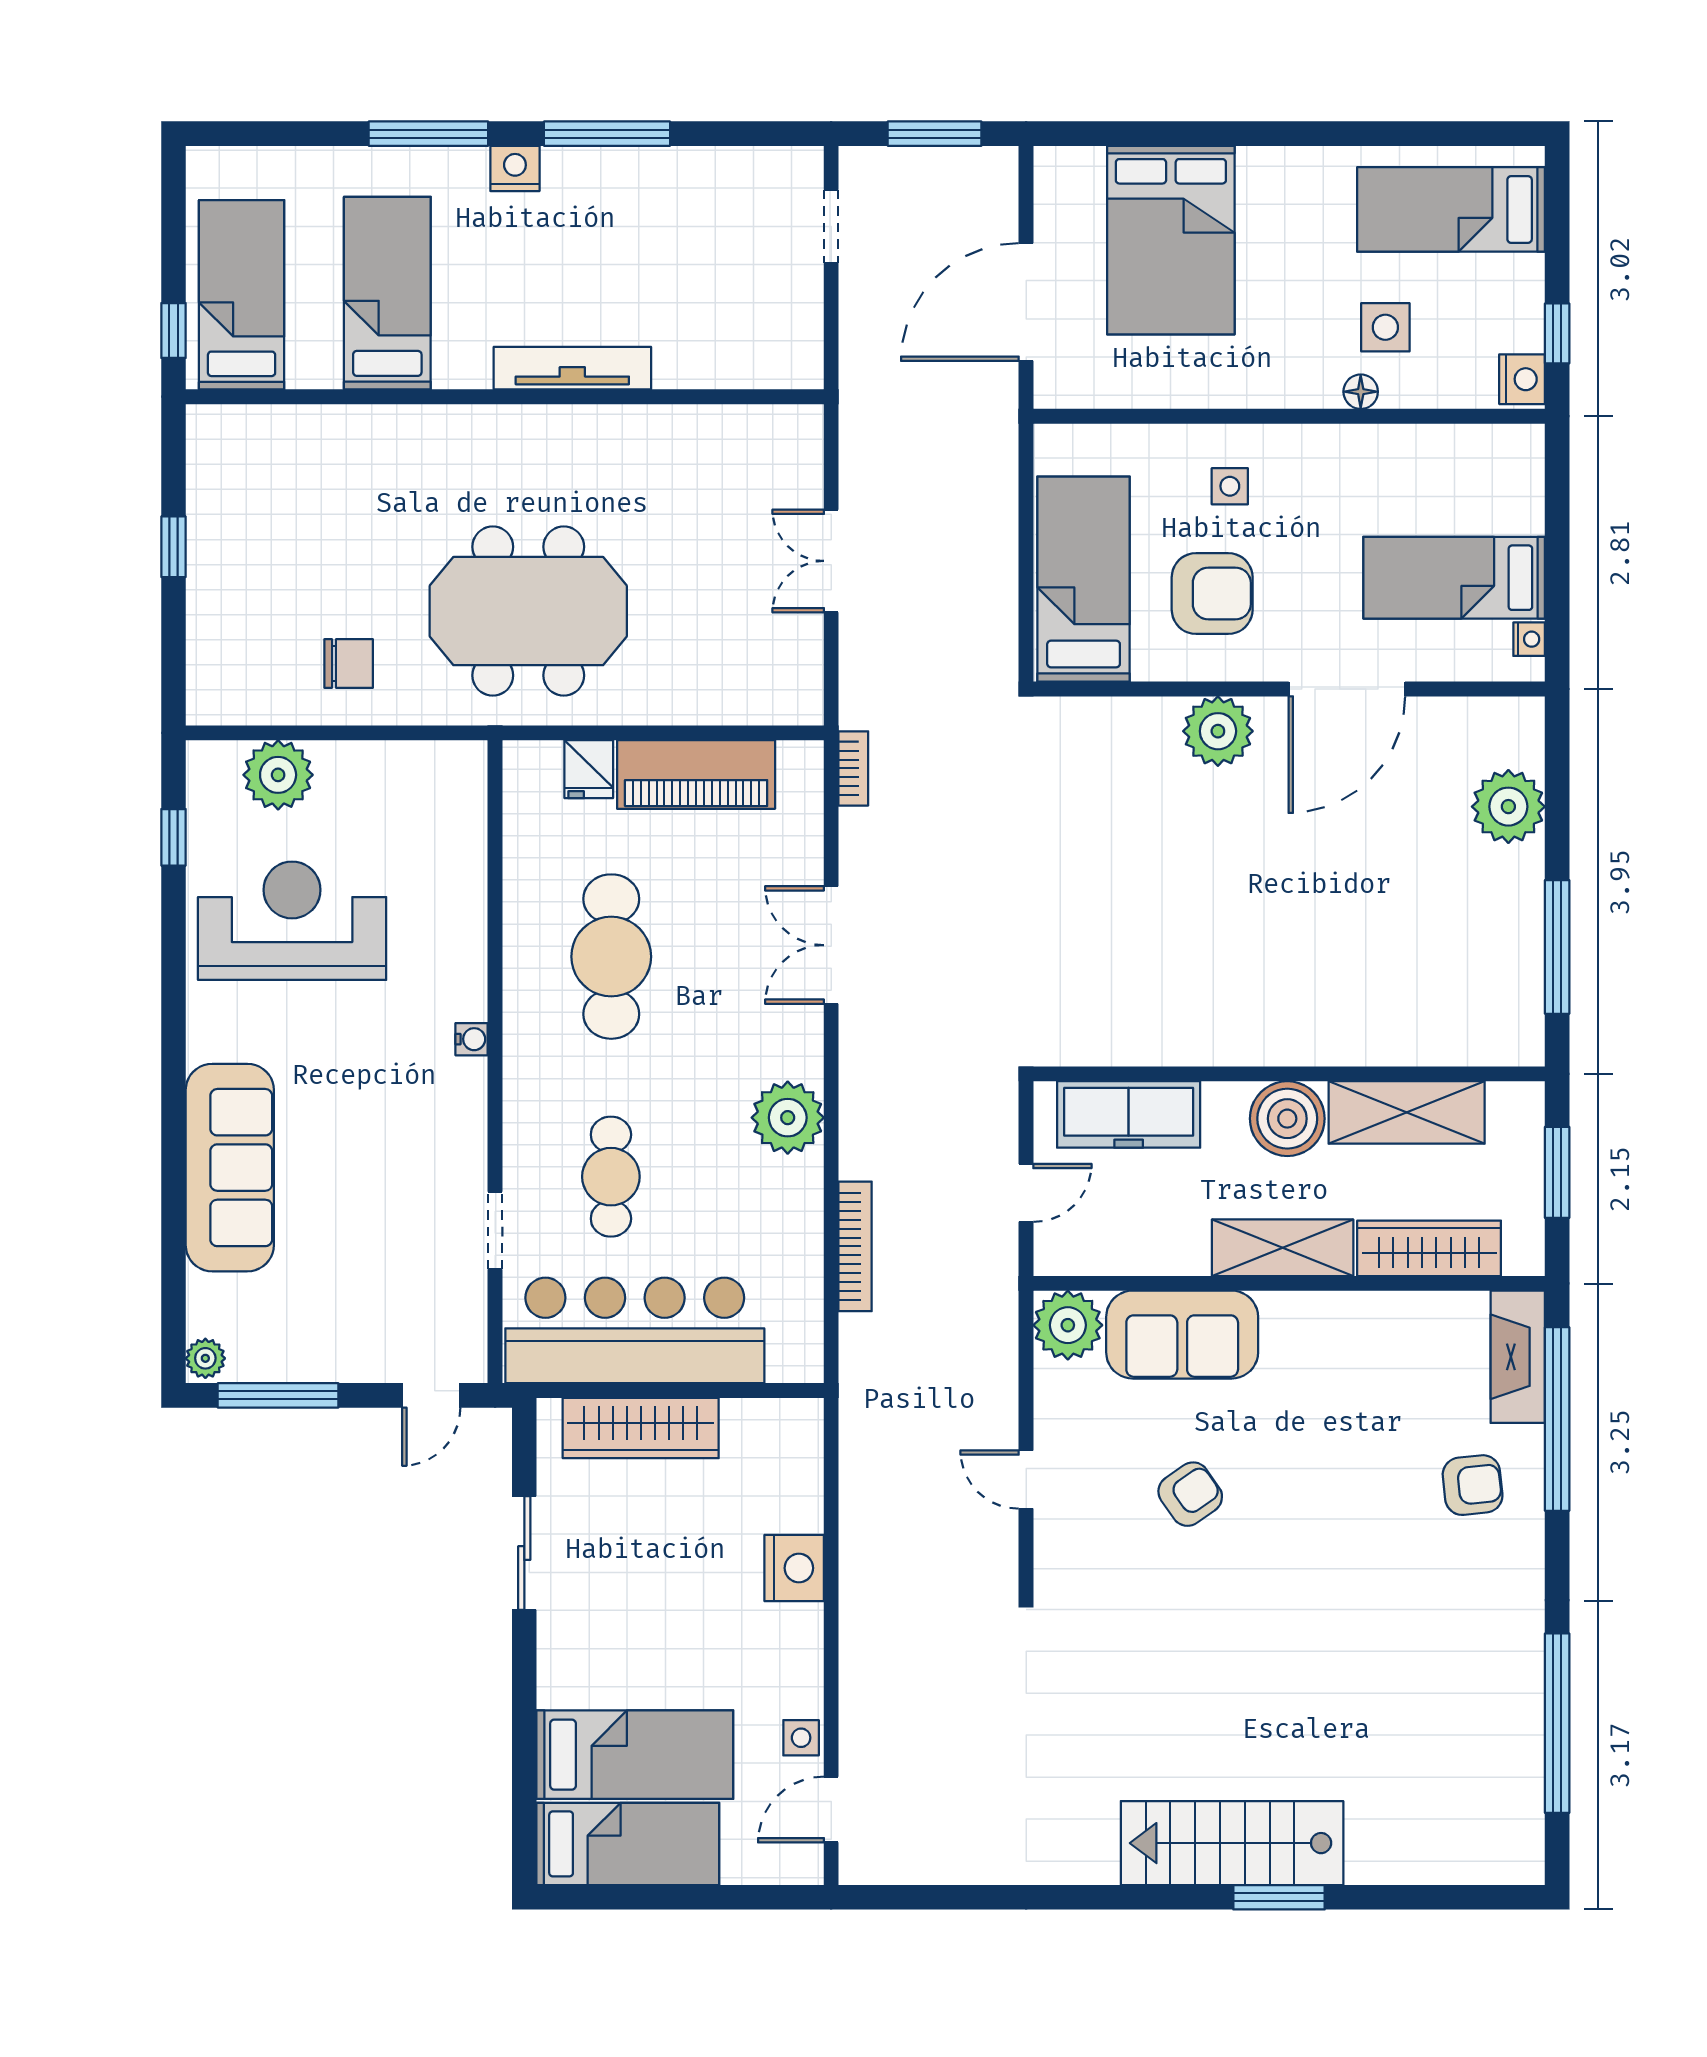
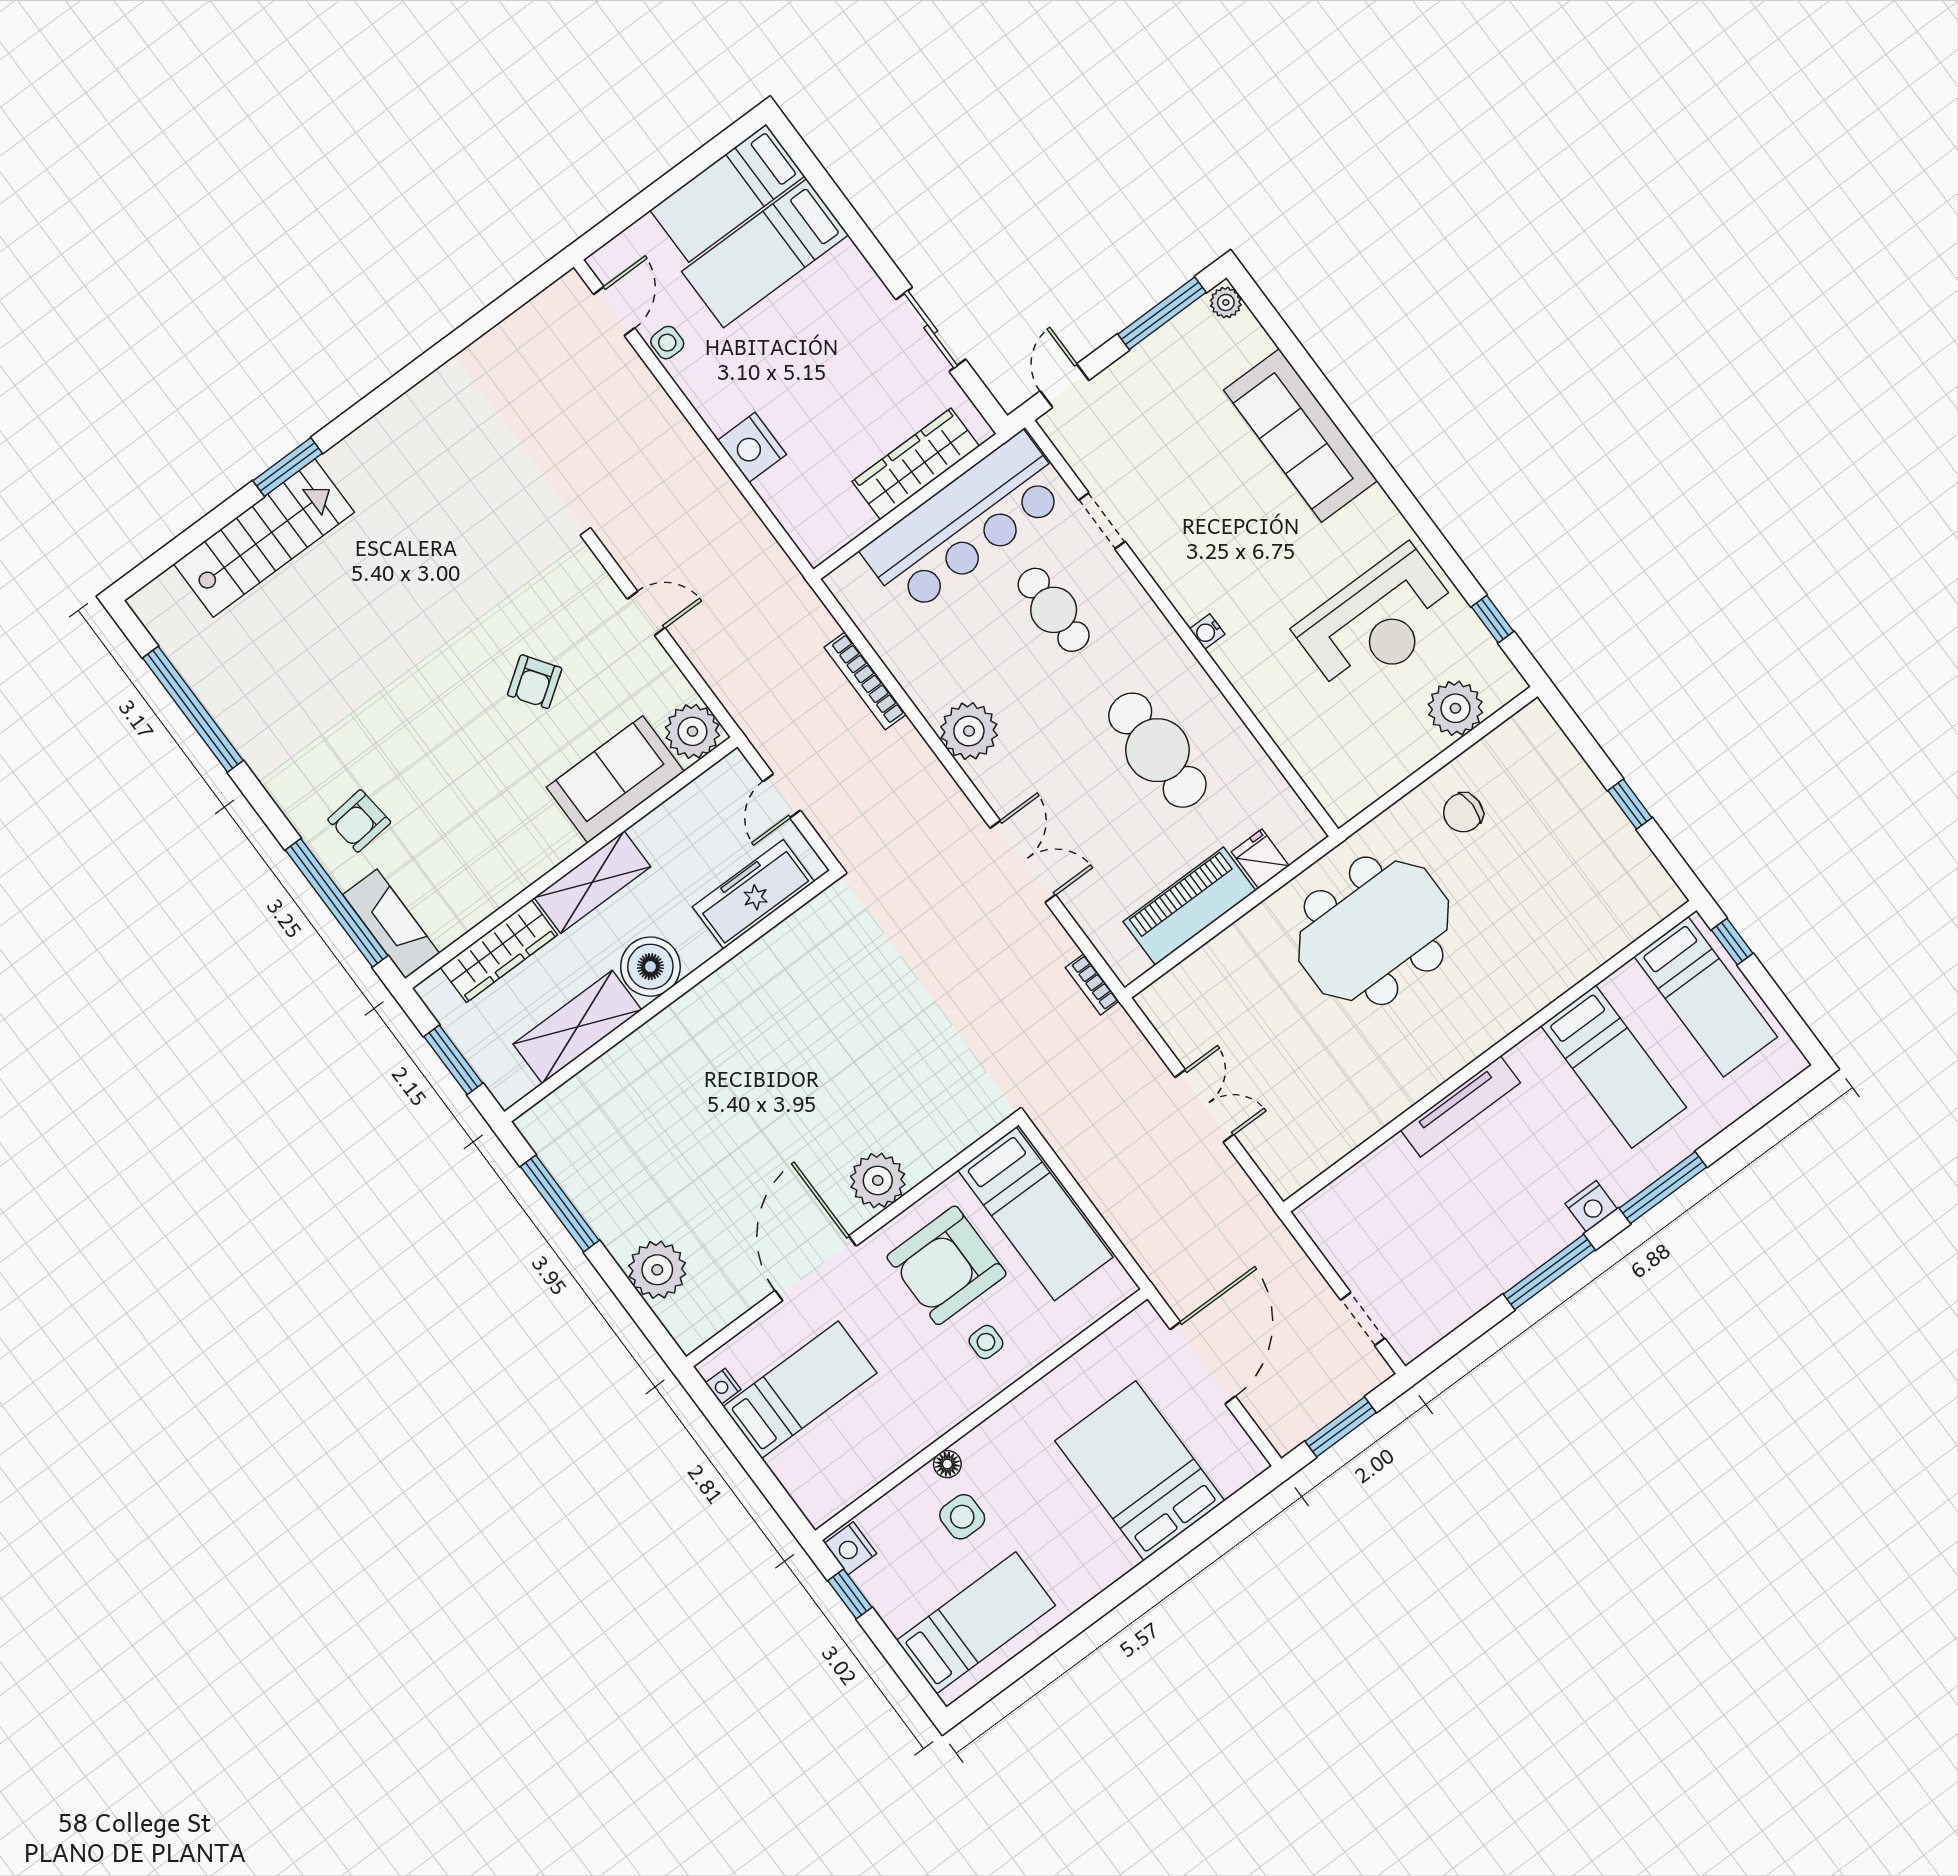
armchair: (1212, 594) -> (947, 1265), width x1.36, depth x1.36
stairs: (1232, 1843) -> (264, 538), moved

